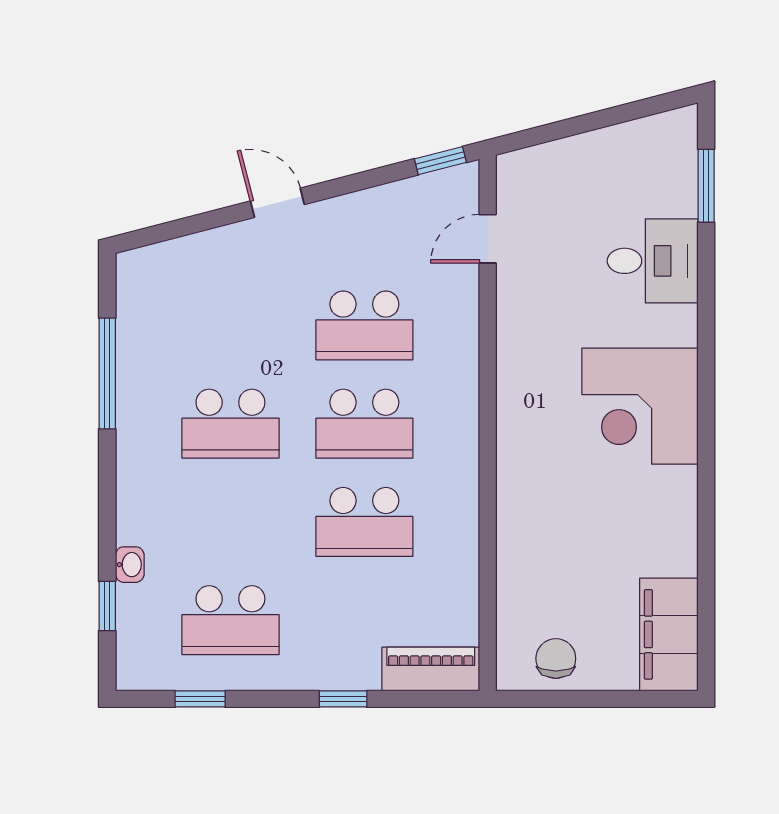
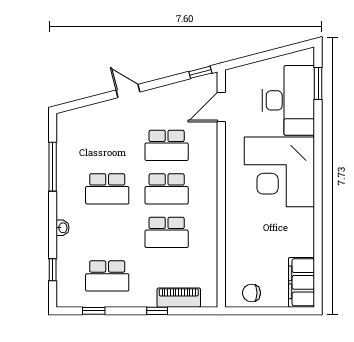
door: (488, 239) -> (221, 107), width x1.38
desk: (653, 261) -> (288, 100), width x1.87, depth x1.30
corner desk: (640, 406) -> (279, 172), width x1.36, depth x1.36
washbasin: (130, 565) -> (63, 228), moved
chair: (556, 659) -> (251, 293), turned -90
piano: (431, 669) -> (179, 298), moved

